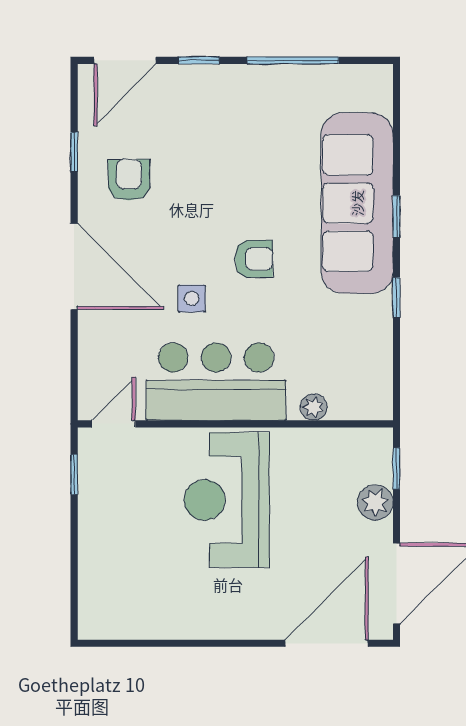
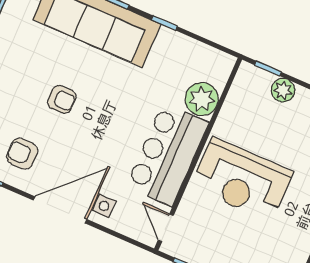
armchair: (254, 259) -> (62, 100), moved, turned 90
side table: (192, 298) -> (104, 206), moved
plant: (314, 407) -> (202, 99), width x1.87, depth x1.87

